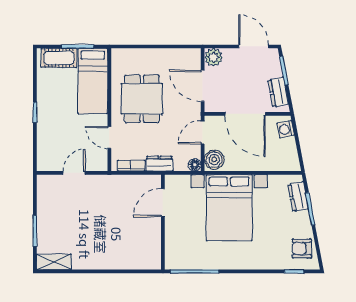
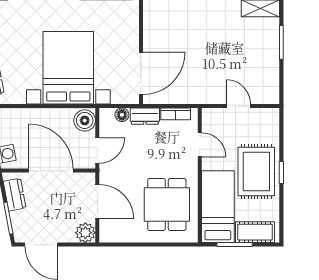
dining table: (142, 99) -> (167, 205), moved
rug: (58, 113) -> (256, 172), added
floor lamp: (195, 165) -> (122, 115), moved
door: (74, 173) -> (238, 106), swing flipped
door: (163, 203) -> (141, 73), width x1.36

